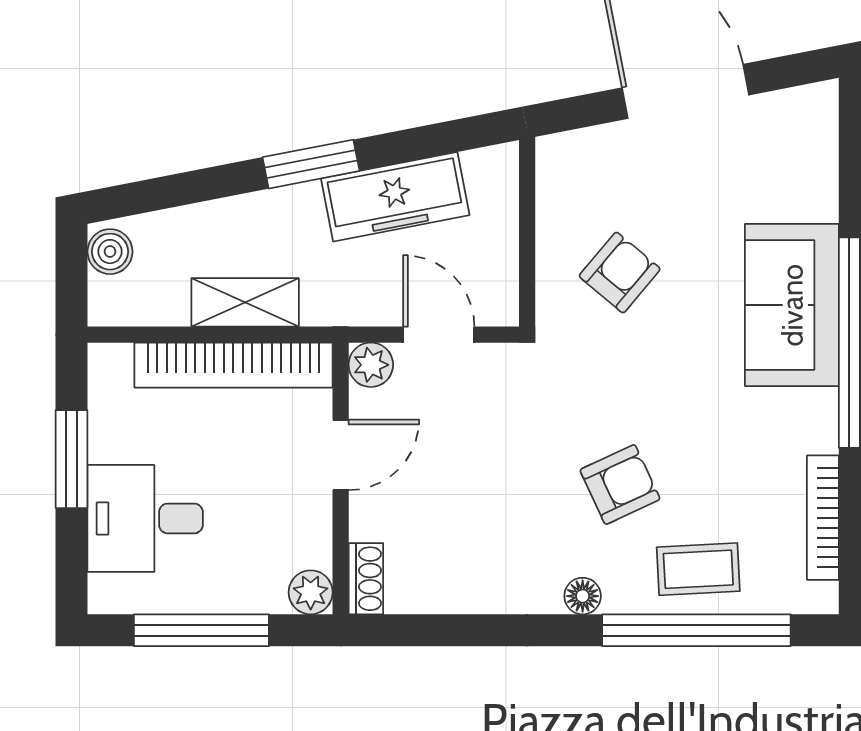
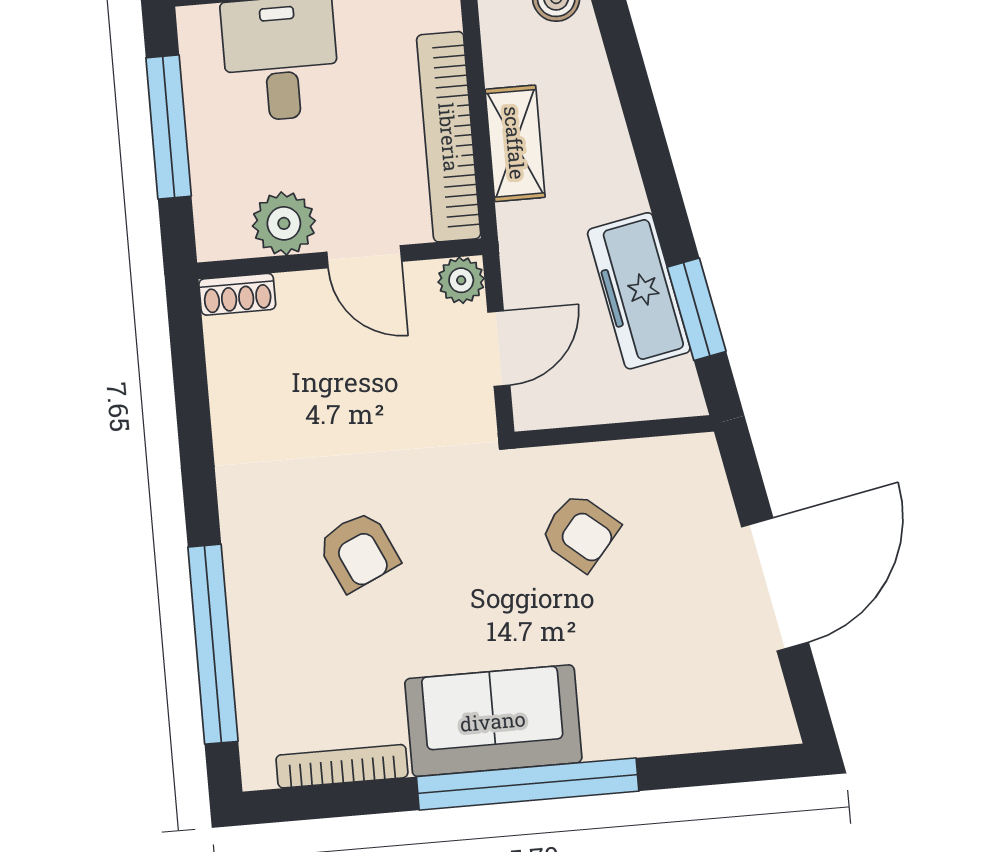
window: (311, 164) -> (697, 309), moved
sofa: (792, 305) -> (493, 721), moved
coffee table: (698, 569) -> (277, 641), removed
plant: (311, 592) -> (284, 223), moved, width x1.38, depth x1.38
floor lamp: (583, 596) -> (239, 522), removed

